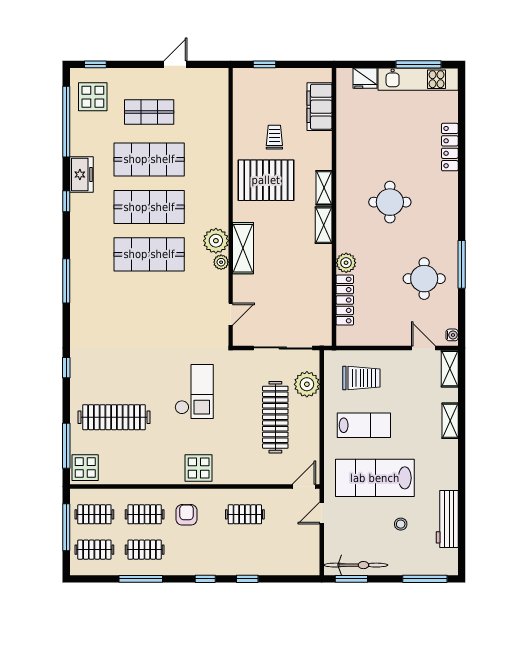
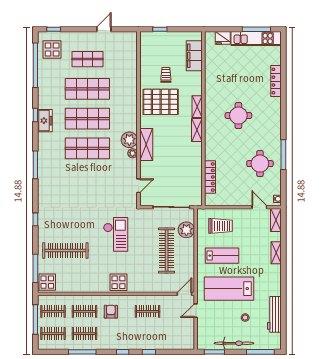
freezer: (81, 175) -> (45, 121), moved
plant: (346, 263) -> (211, 154), removed
bicycle: (356, 565) -> (234, 343), moved

